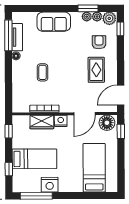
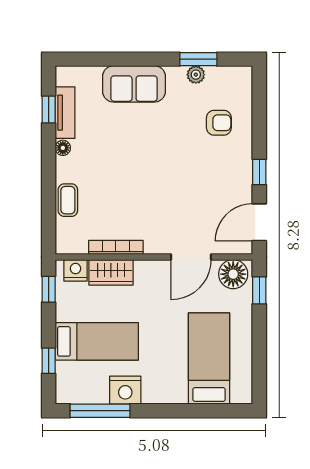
plant: (97, 17) -> (215, 75), removed
plant: (109, 18) -> (238, 78), removed
window: (120, 29) -> (259, 172), moved
window: (8, 35) -> (49, 109), width x0.46
armchair: (99, 42) -> (219, 123), turned 90
rug: (96, 70) -> (214, 175), removed
coffee table: (43, 72) -> (68, 200), moved
nightstand: (61, 121) -> (75, 270), moved

